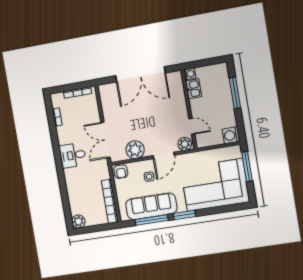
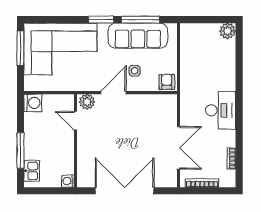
kitchen sink: (194, 89) -> (32, 171), moved, turned 180
double door: (105, 140) -> (178, 148), moved
plant: (135, 150) -> (146, 105), removed
desk: (73, 155) -> (221, 110), width x1.37
window: (247, 167) -> (20, 48), moved
bookcase: (110, 201) -> (186, 49), removed

